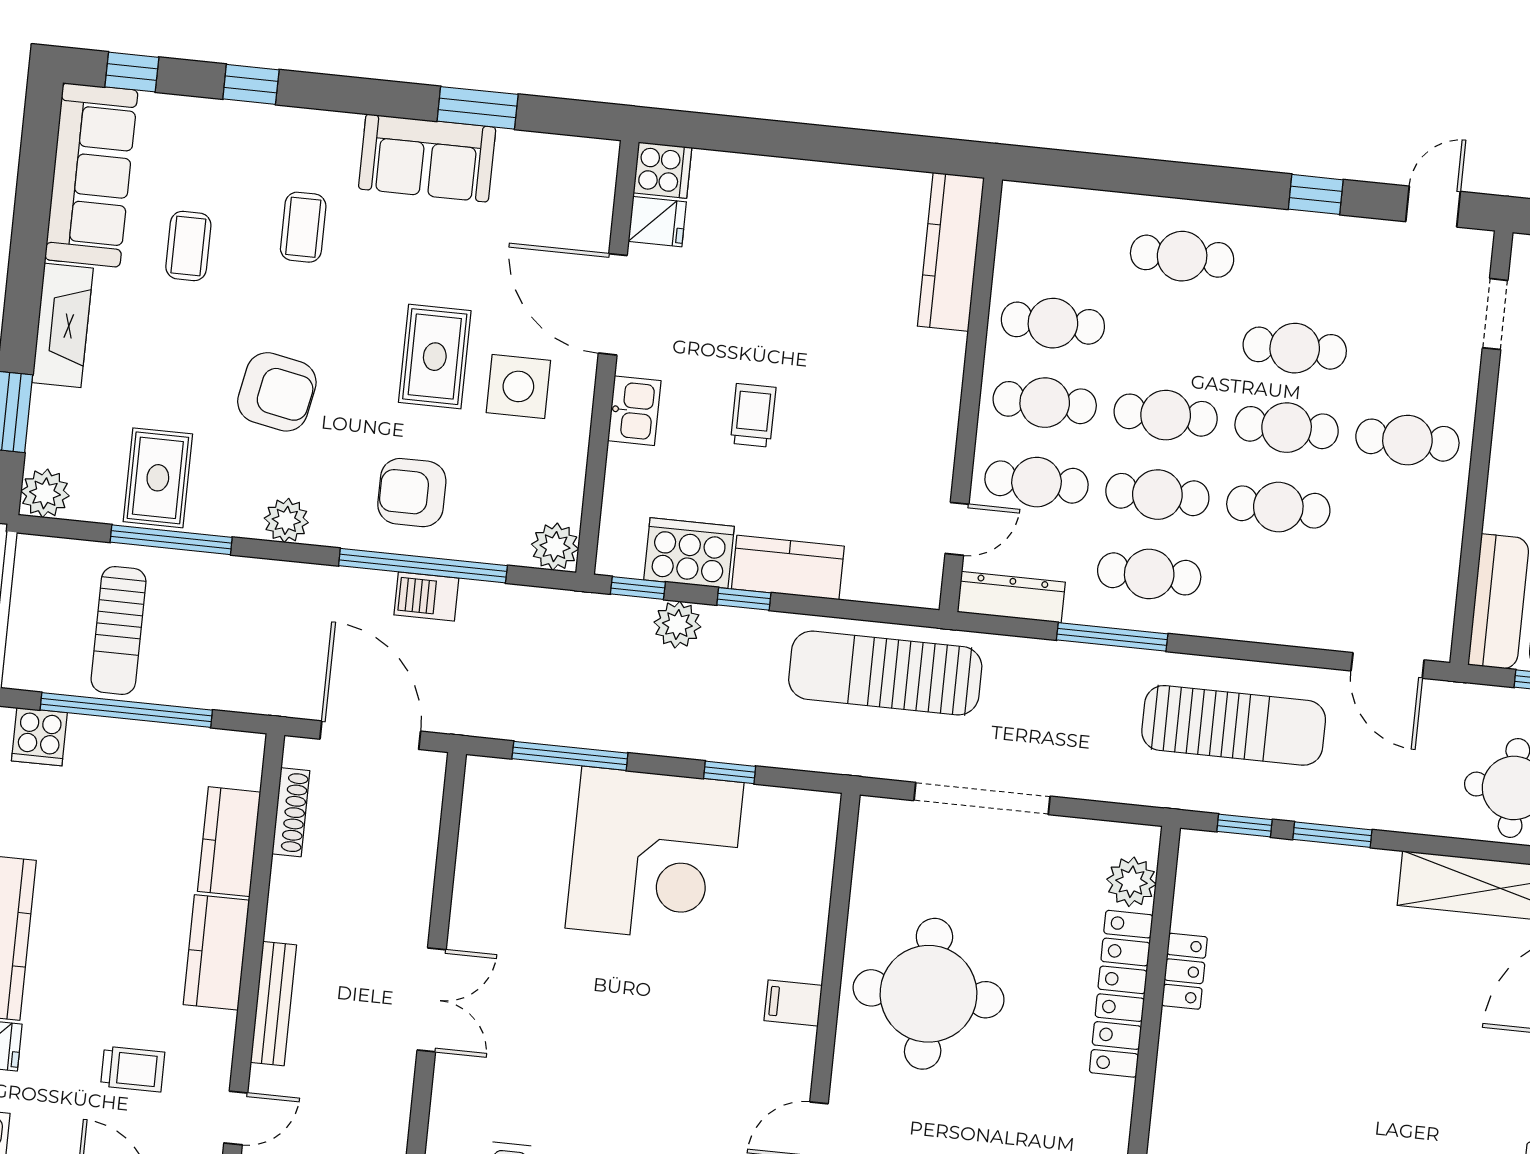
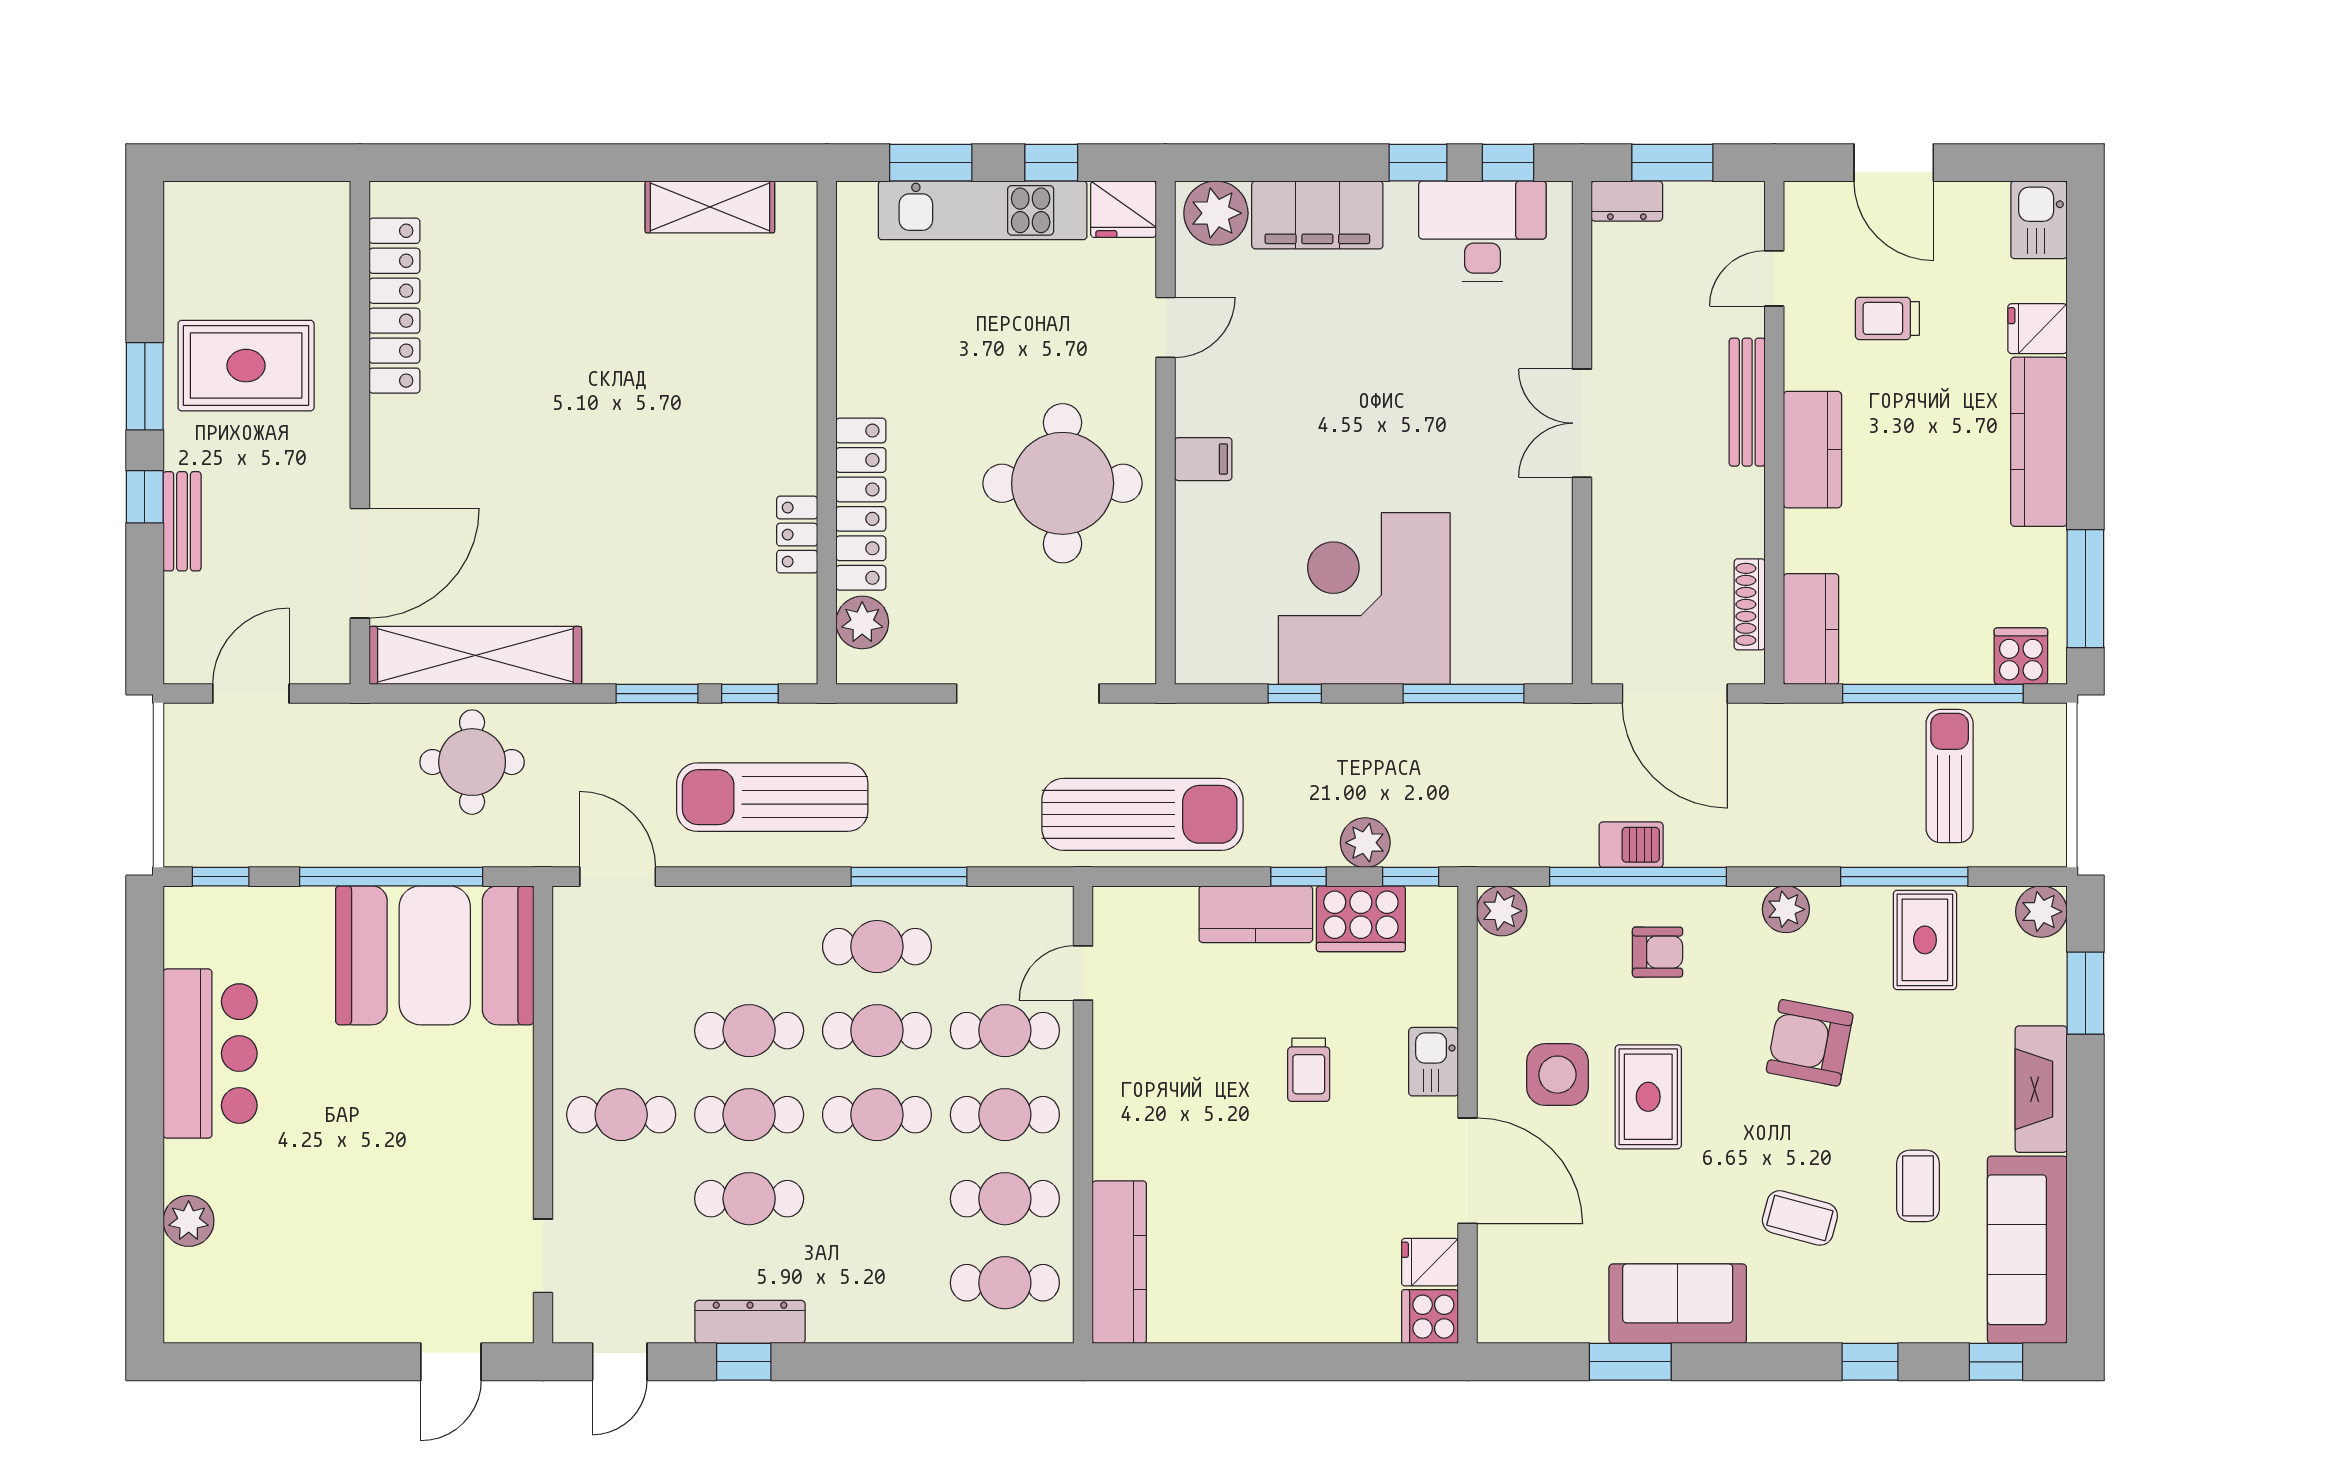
coffee table: (303, 227) -> (1800, 1218), turned -75
cafe table: (1182, 256) -> (1005, 1283), moved
armchair: (412, 493) -> (1658, 952), width x0.72, depth x0.72
dresser: (1011, 597) -> (750, 1322), moved, turned 180
kitchen counter: (229, 842) -> (1811, 629), moved

